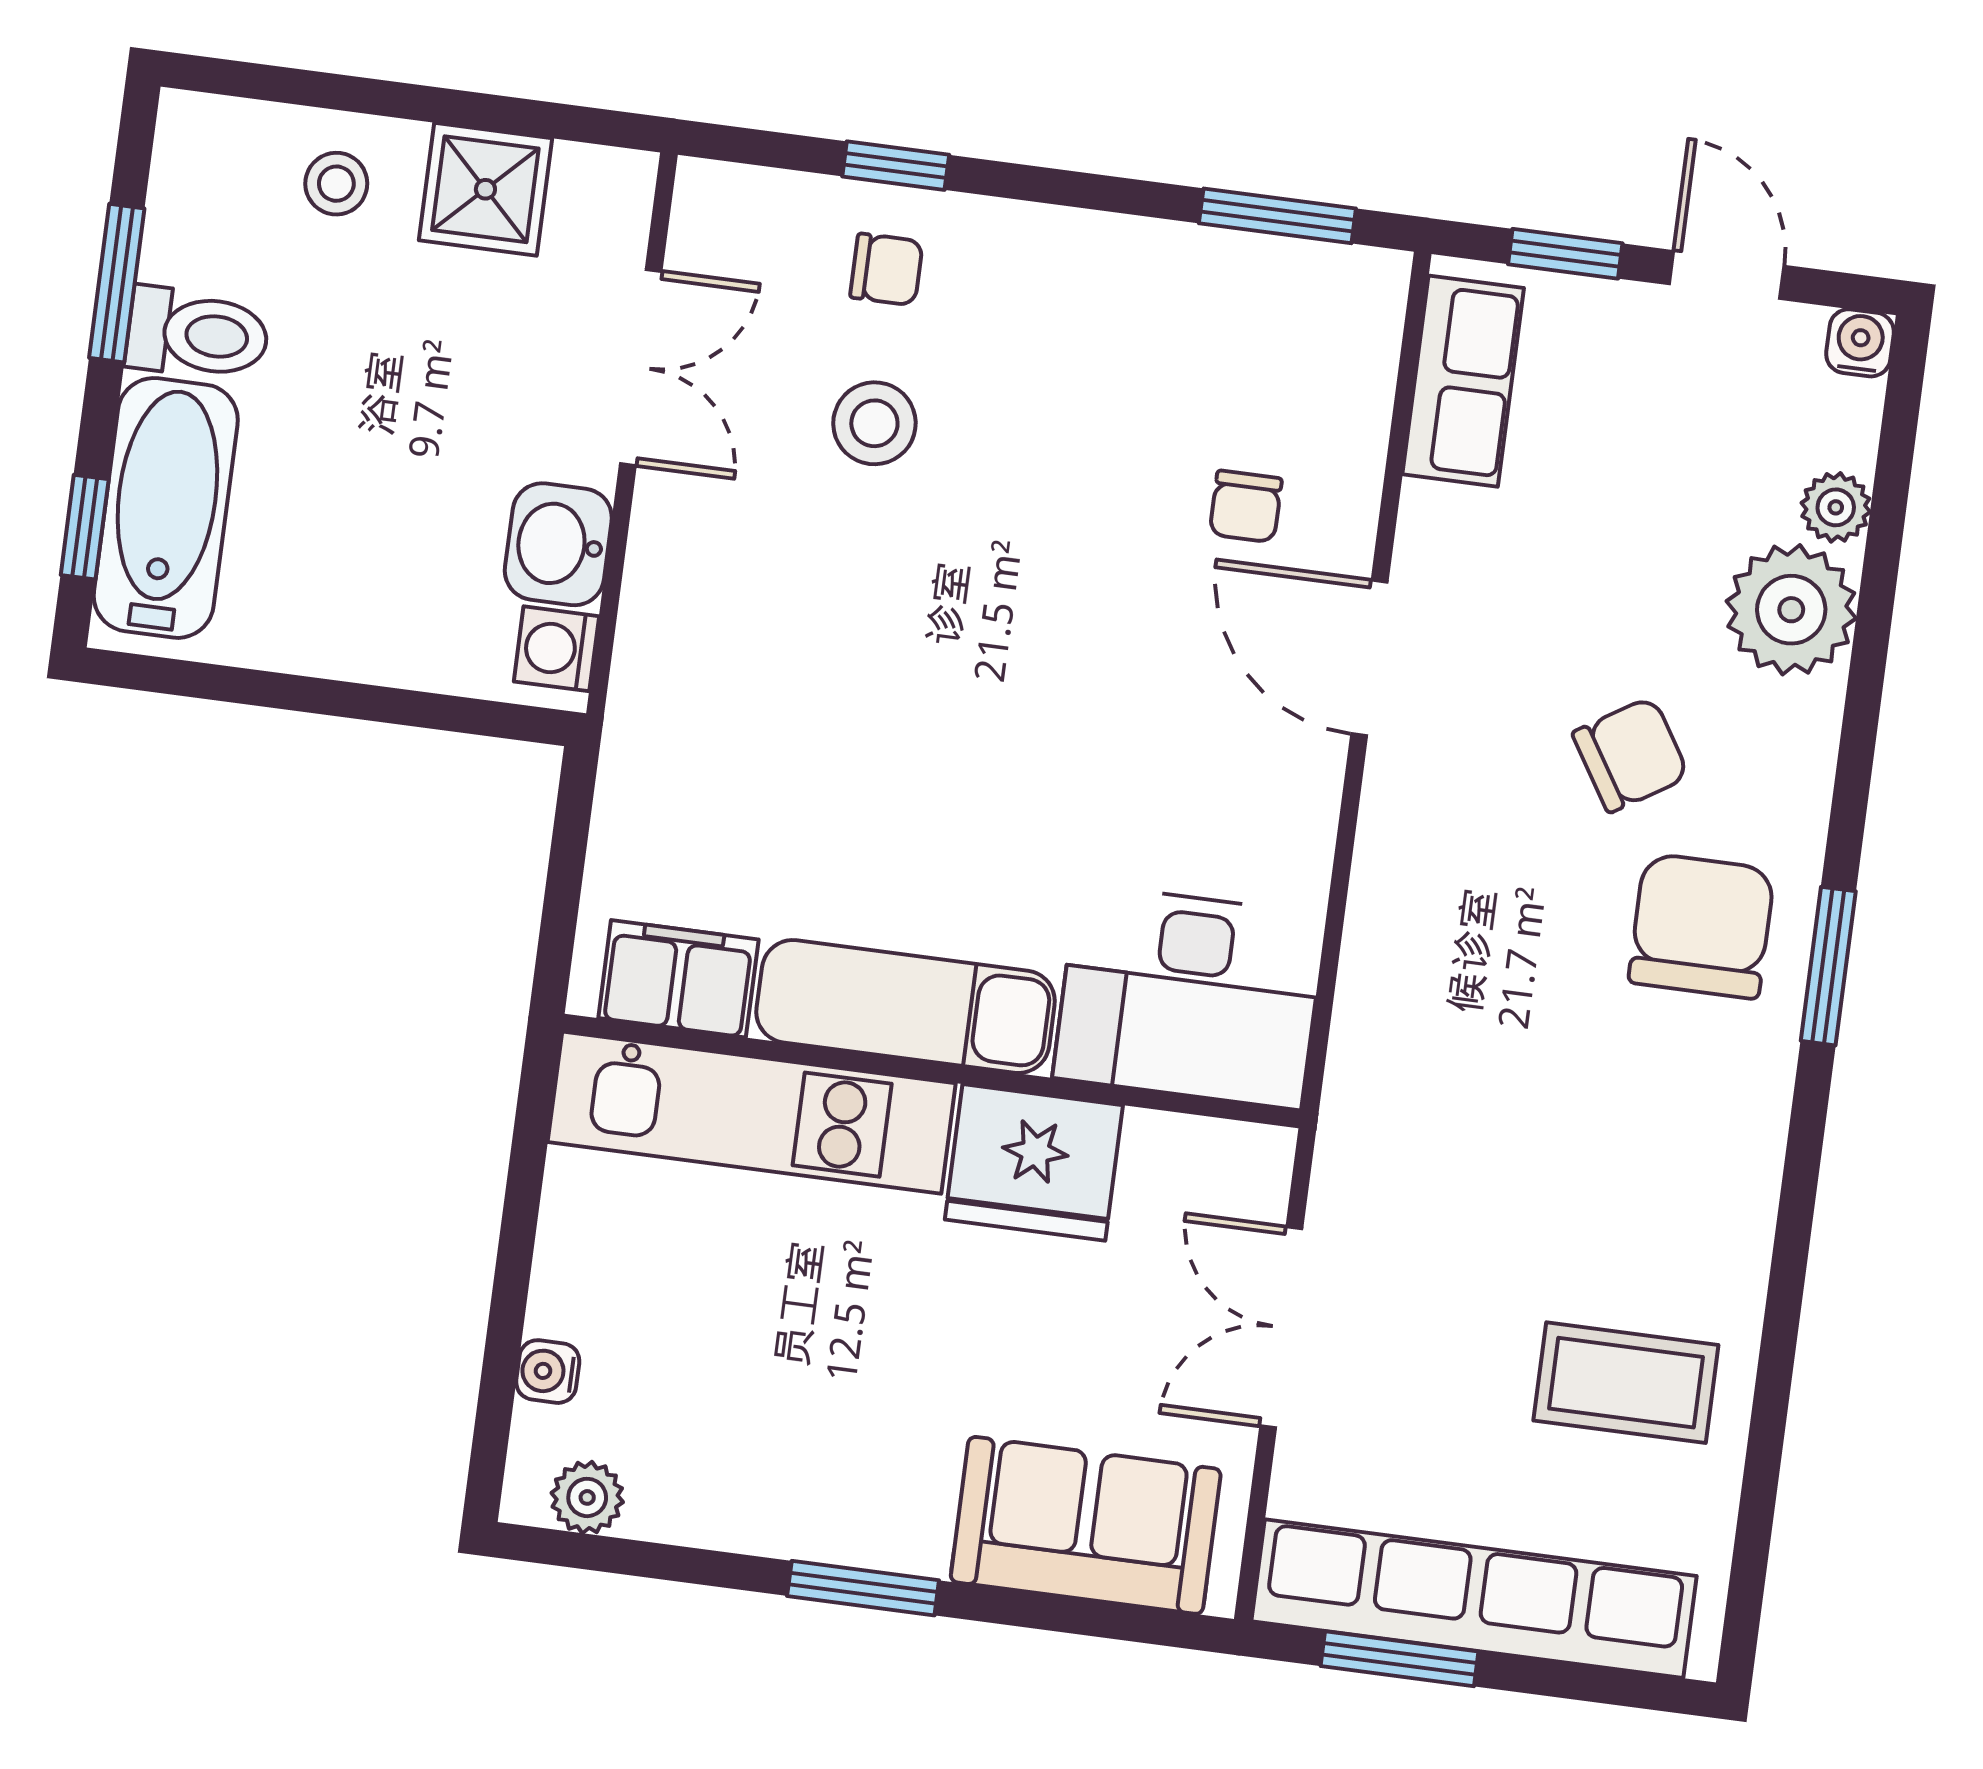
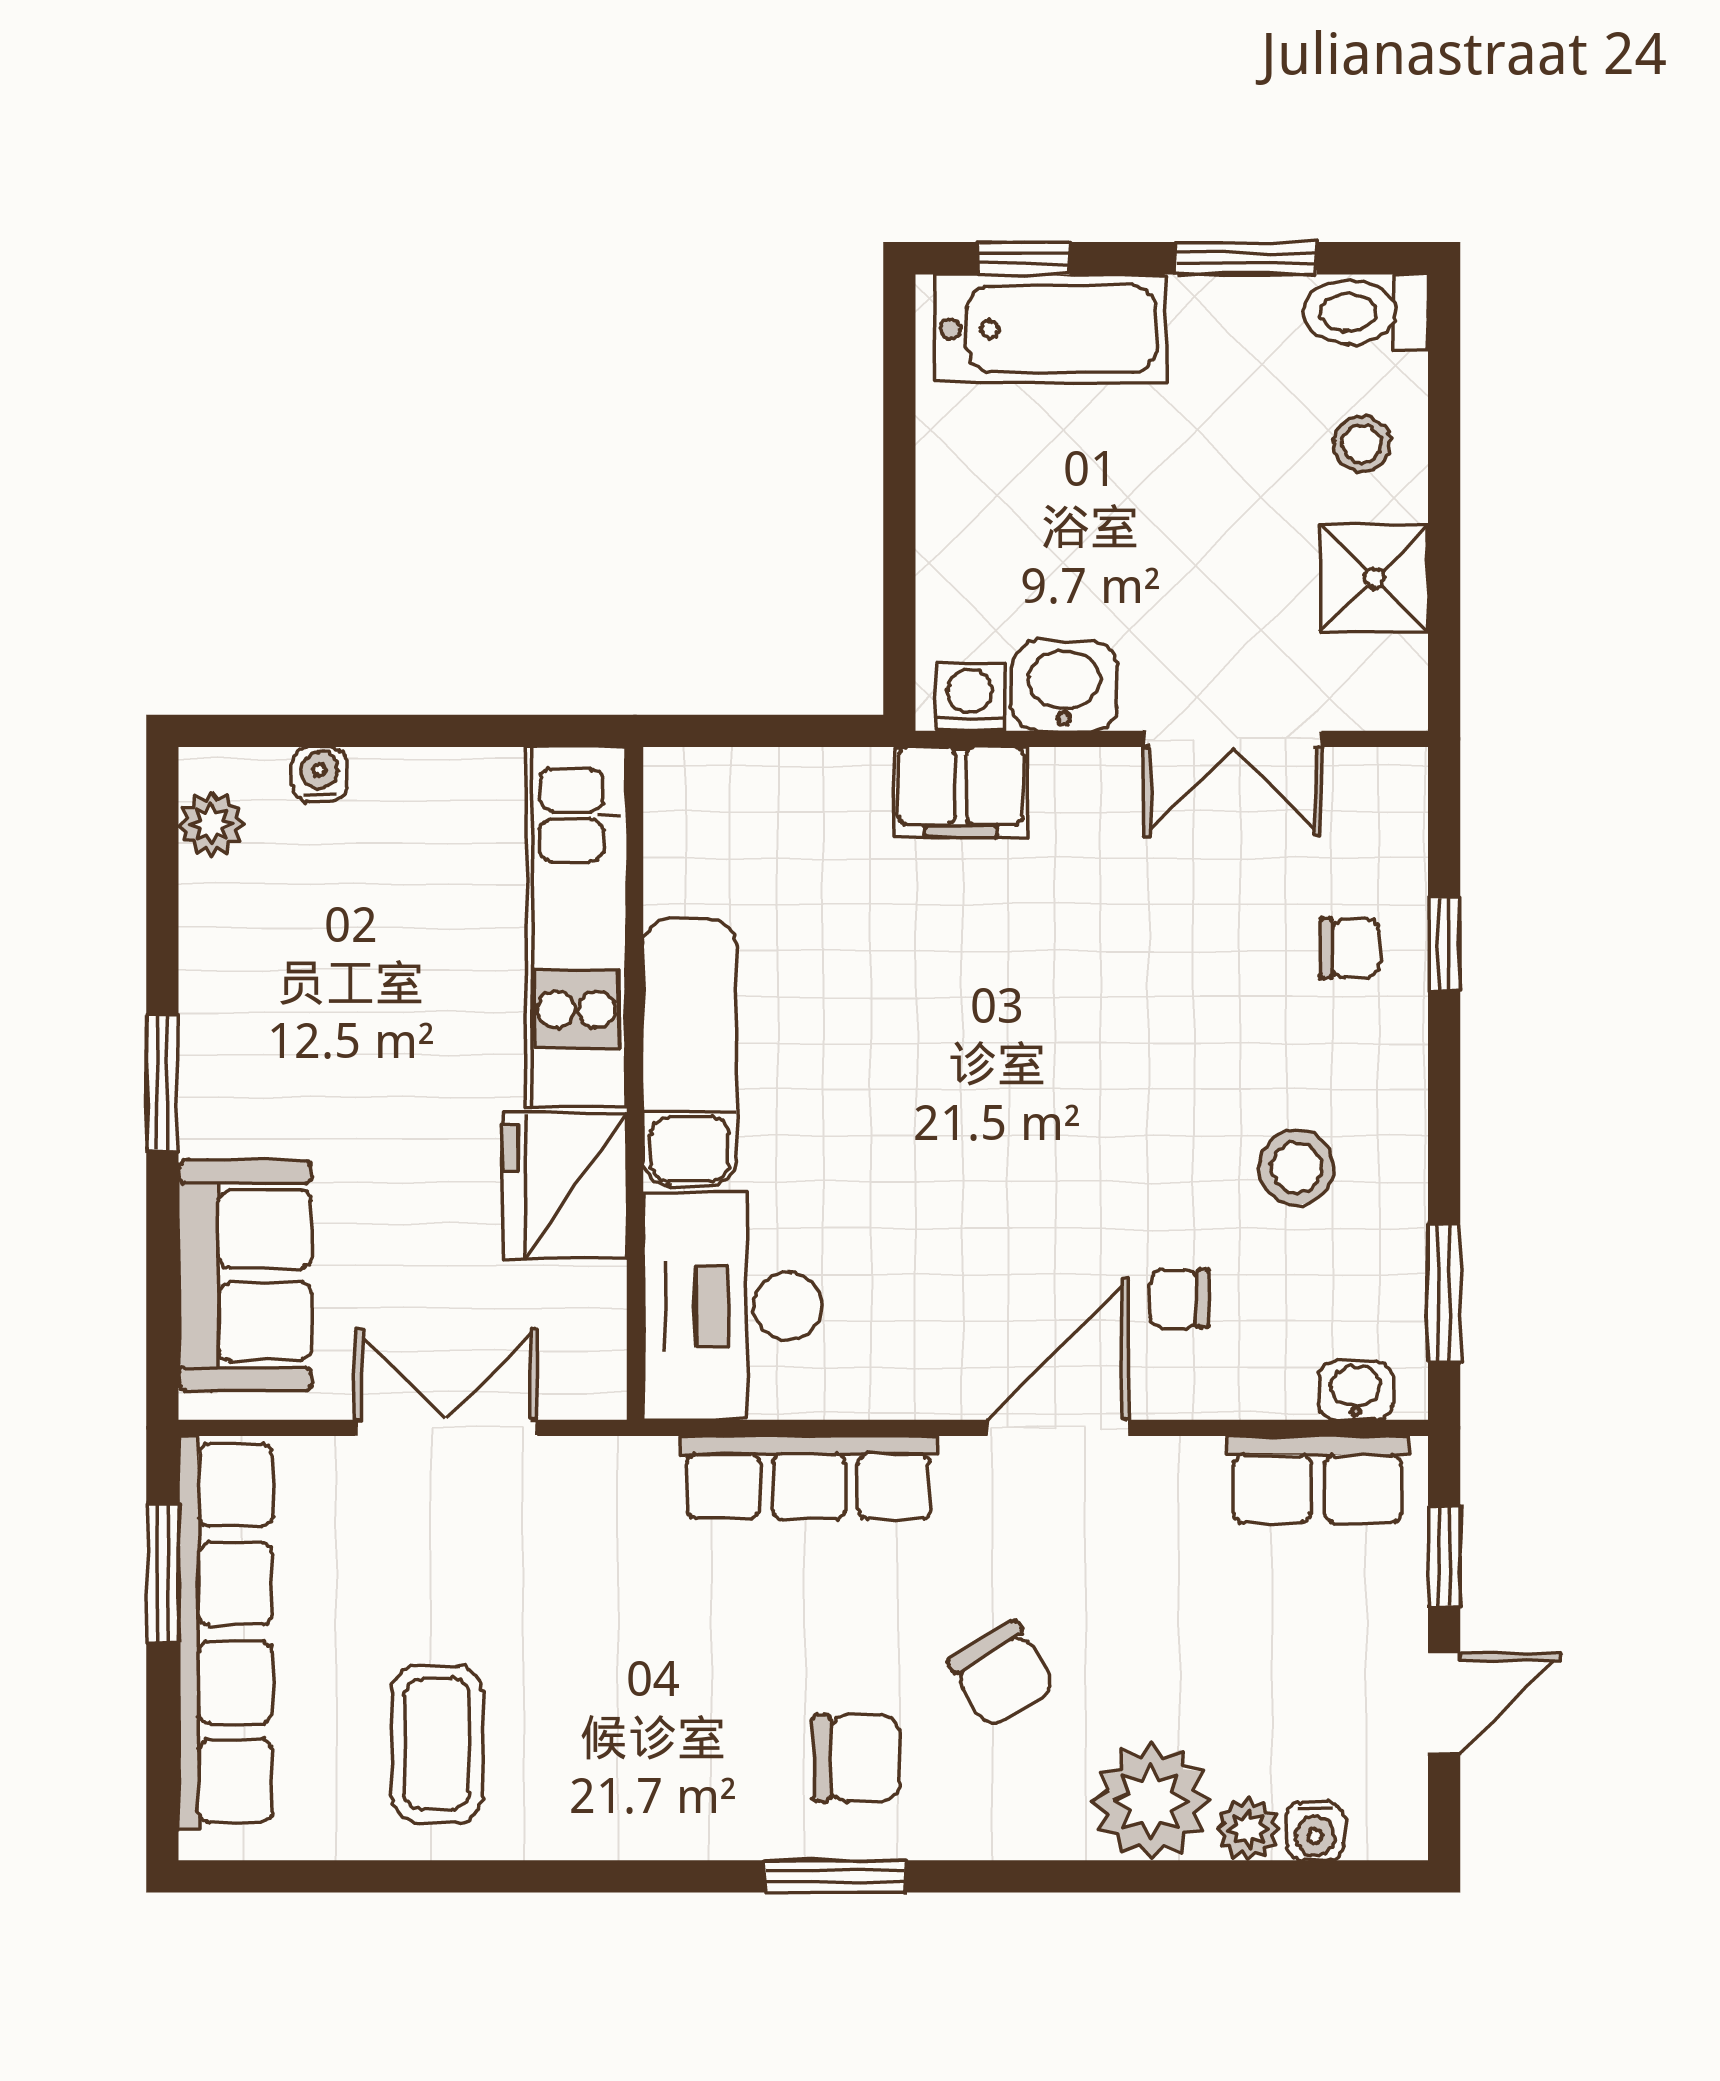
chair: (886, 269) -> (1350, 948), turned -90
washbasin: (1371, 327) -> (1355, 1390), added
toilet: (198, 334) -> (1366, 312), moved, turned 90
water cooler: (1860, 343) -> (1315, 1831), moved, turned 90
stool: (874, 423) -> (1296, 1167), moved
chair: (1702, 926) -> (856, 1758), width x0.73, depth x0.73
row of seats: (1388, 937) -> (809, 1477), added
filing cabinet: (678, 979) -> (961, 792), moved, turned 90

